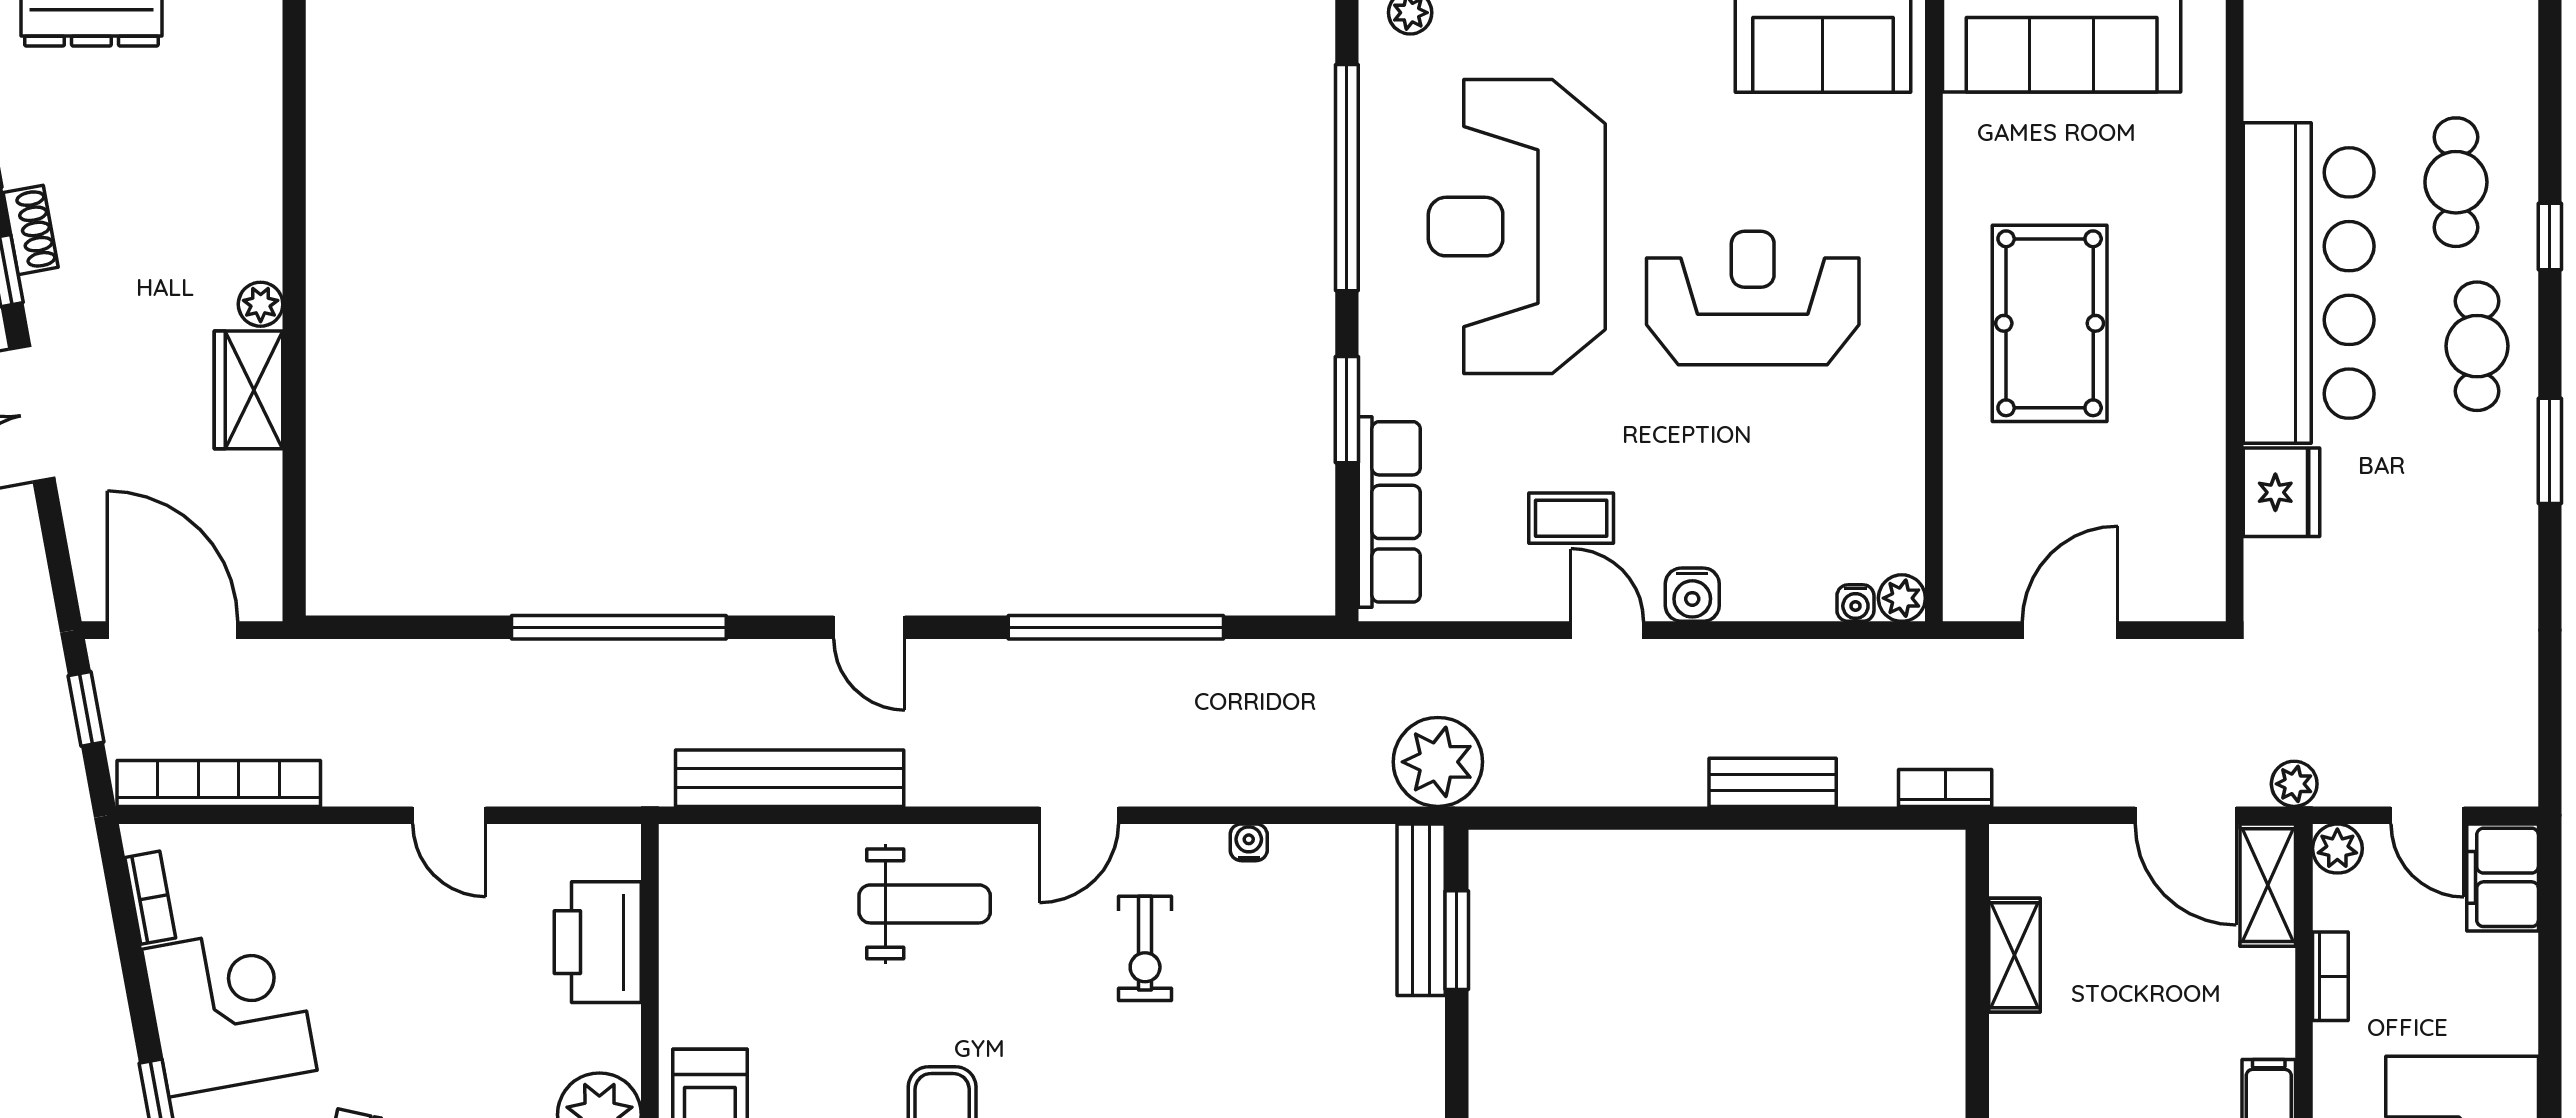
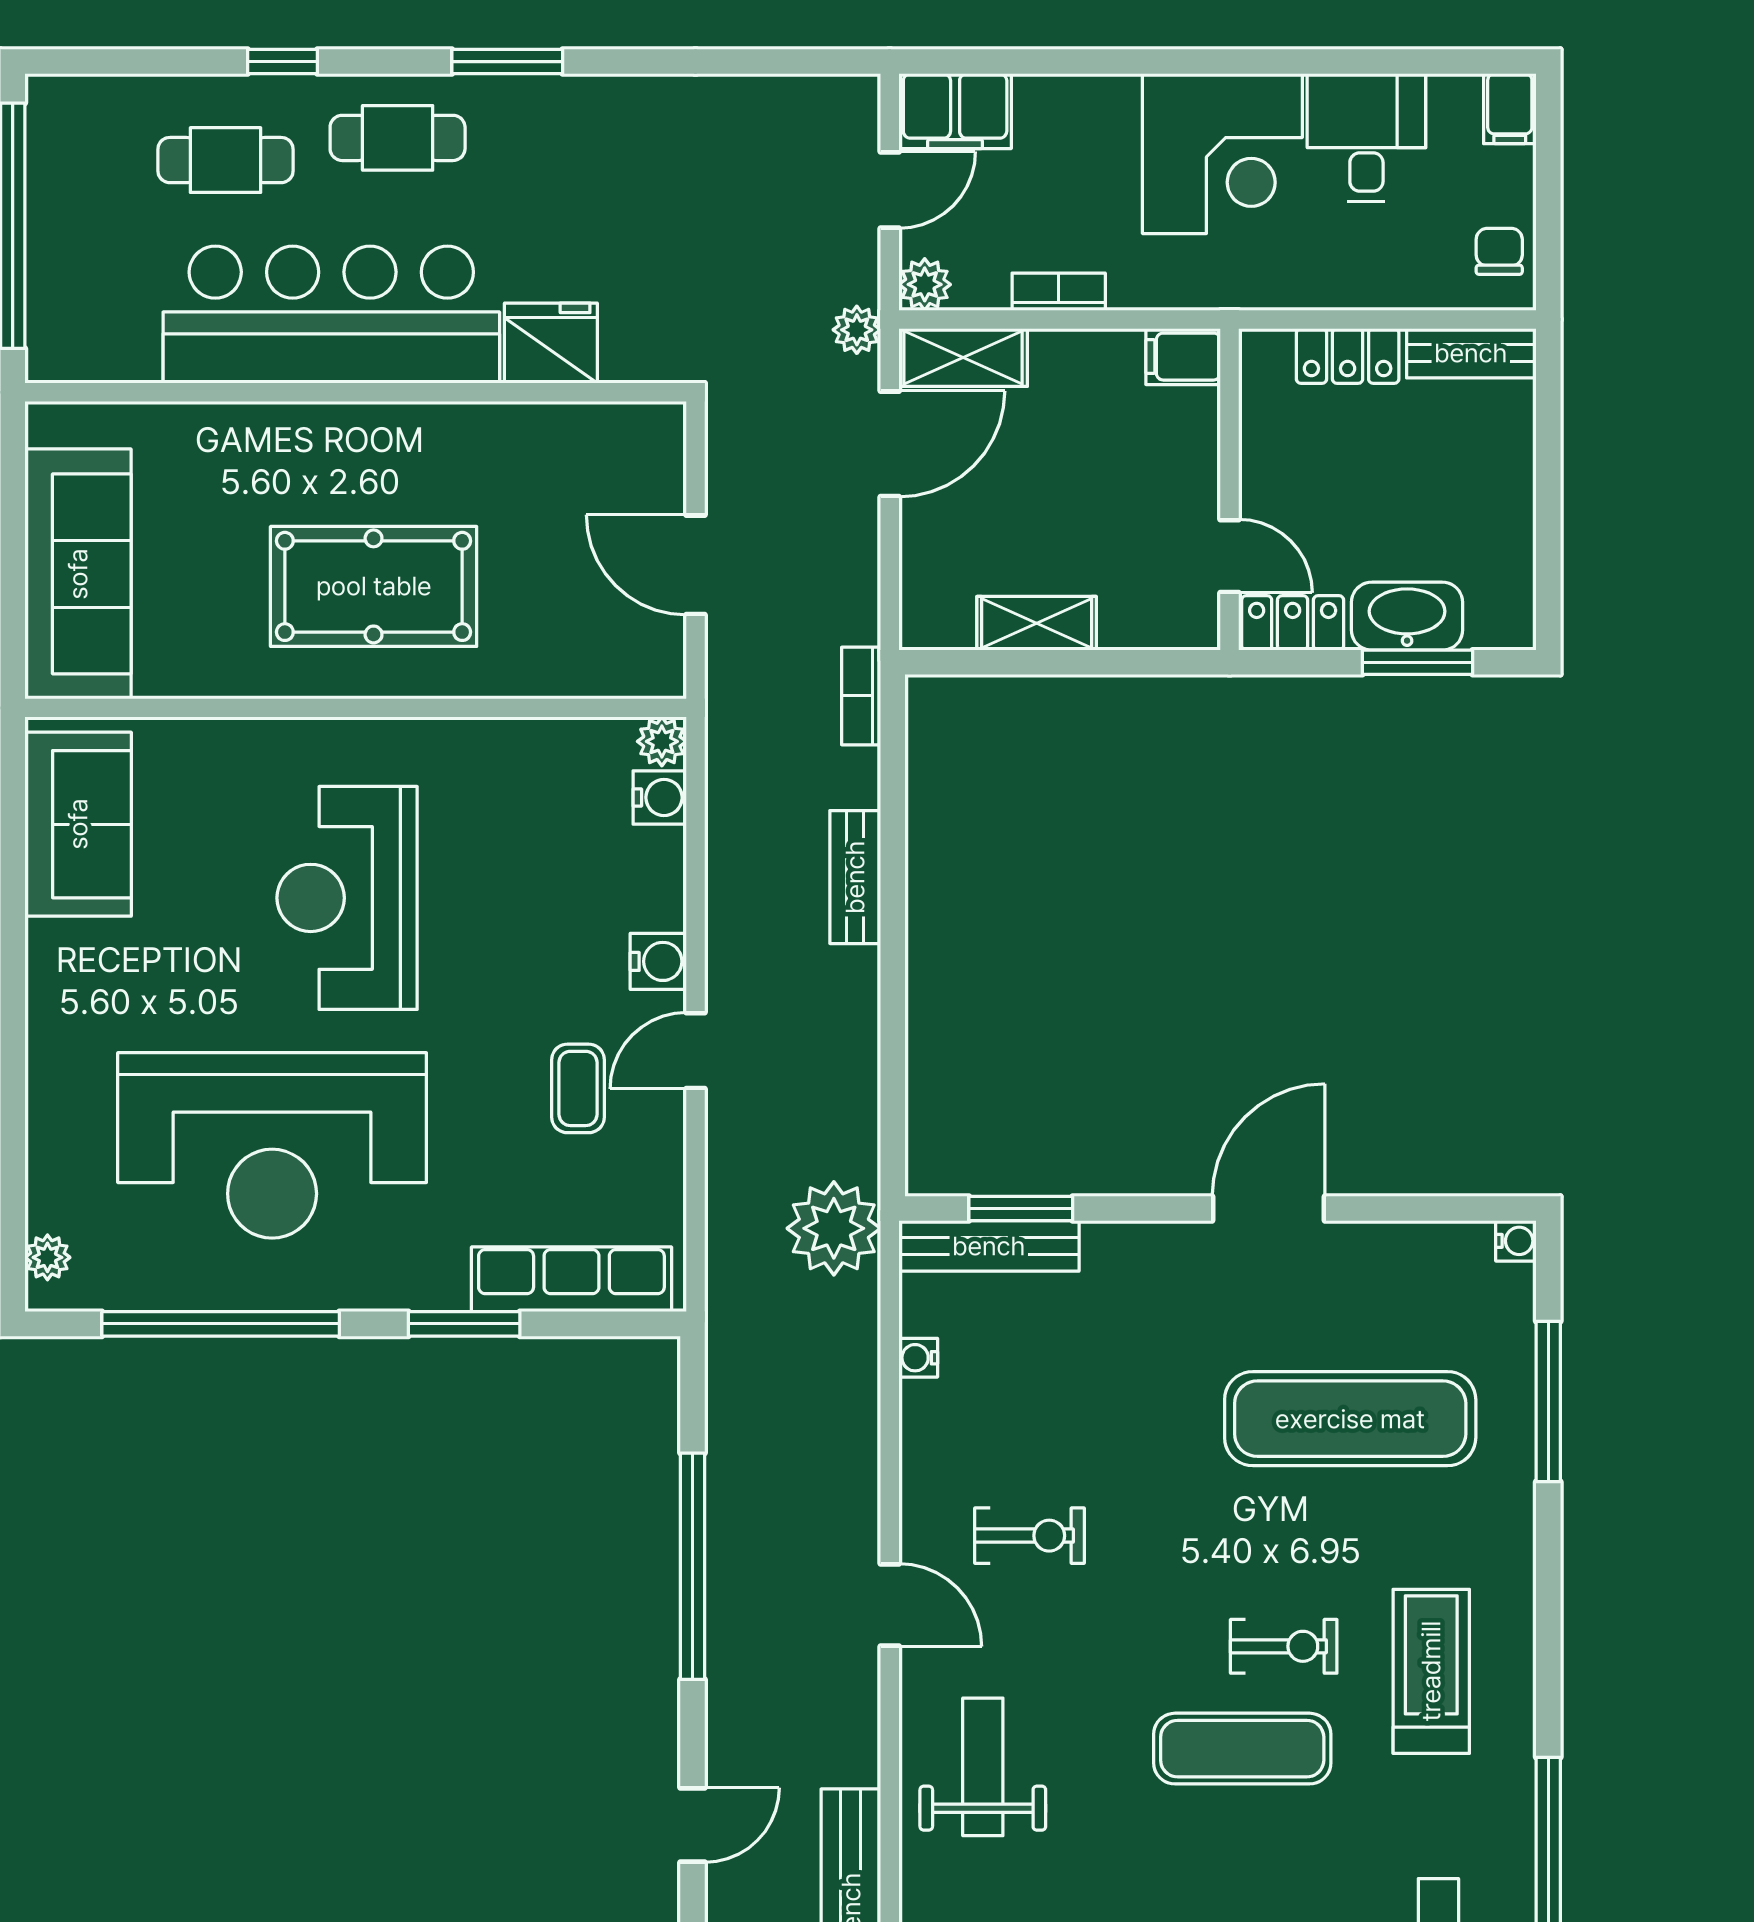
water cooler: (1855, 603) -> (660, 797), width x1.38, depth x1.38
water cooler: (1249, 842) -> (918, 1358), moved

